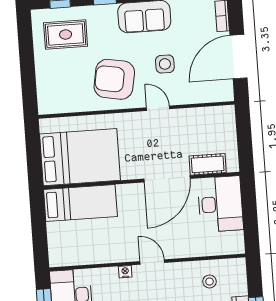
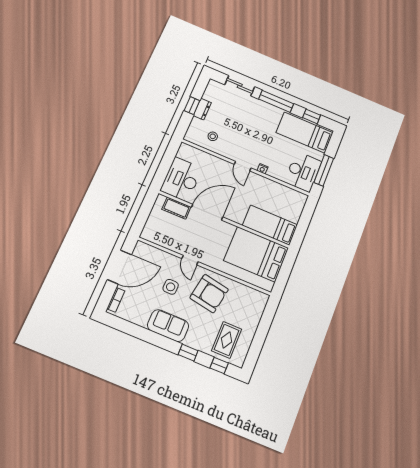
rug: (66, 34) -> (227, 340), turned 90

